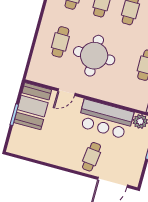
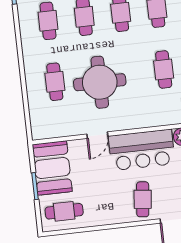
door: (66, 92) -> (97, 135), moved
cafe table: (29, 142) -> (64, 211), added

